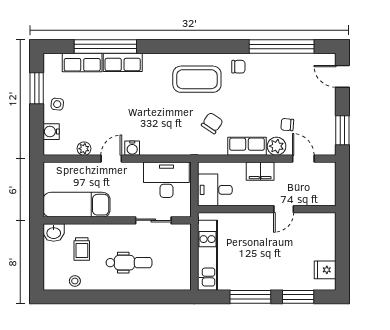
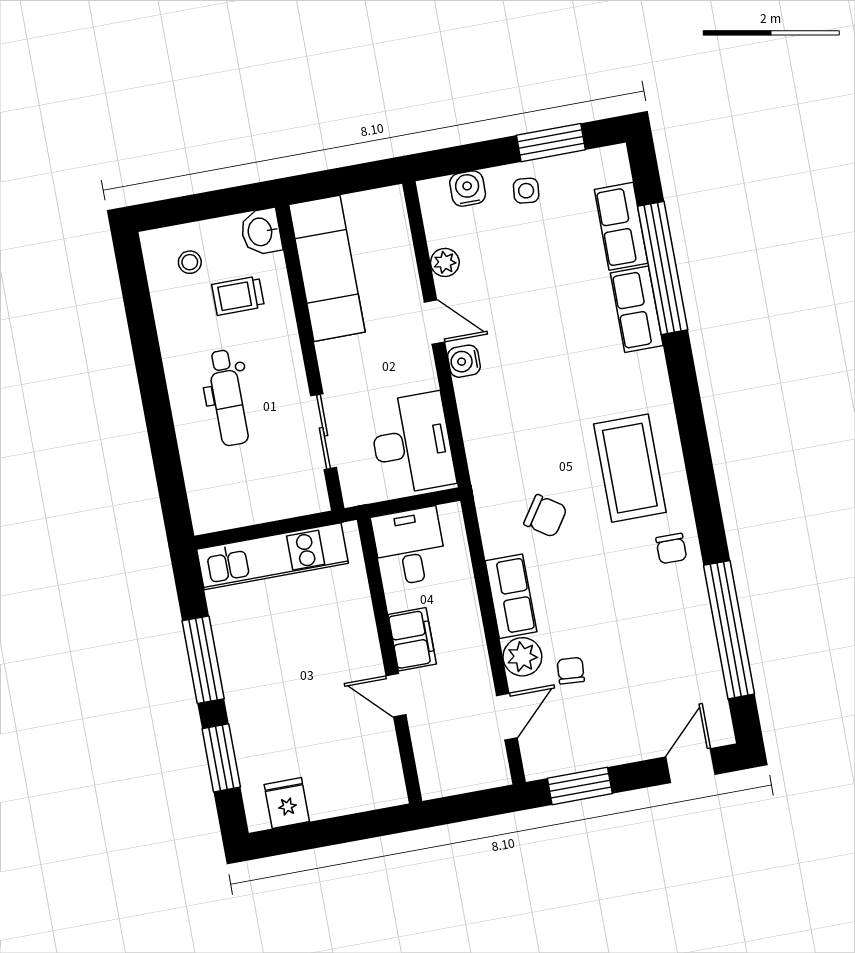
filing cabinet: (260, 171) -> (412, 639), moved, turned 180
stool: (75, 281) -> (190, 262), moved

